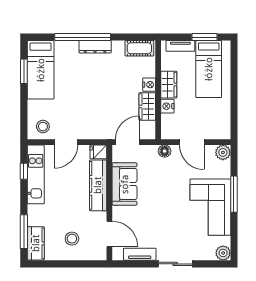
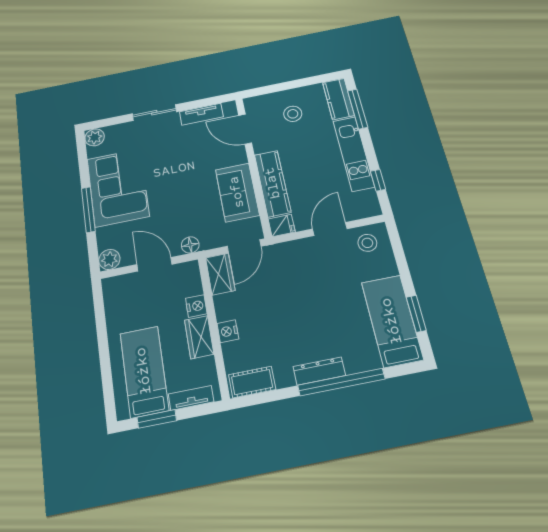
wardrobe: (147, 106) -> (220, 274), moved
kitchen unit: (36, 174) -> (354, 154), moved

